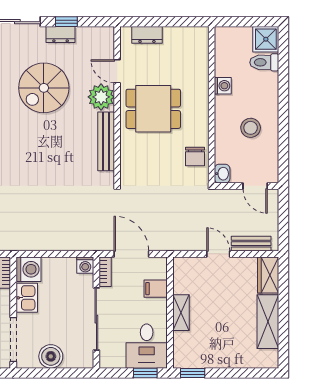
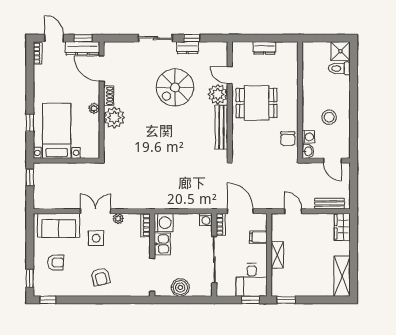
dresser: (147, 35) -> (264, 48), moved
washing machine: (223, 86) -> (308, 137), moved
door: (218, 254) -> (293, 211), moved
shelving: (268, 322) -> (342, 276), moved

